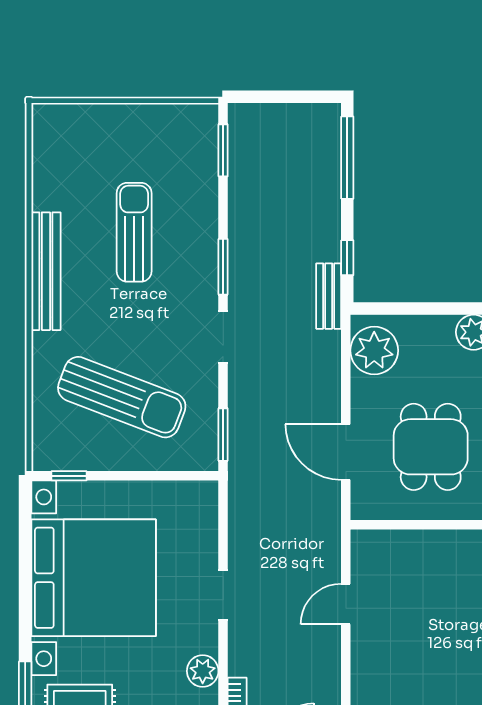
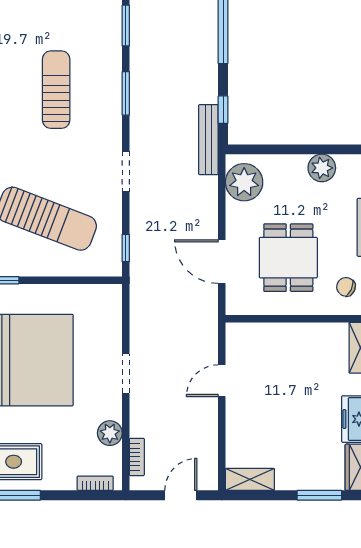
window: (223, 267) -> (126, 93), moved
bench: (329, 296) -> (208, 140), width x1.36
window: (223, 435) -> (126, 248), width x0.67

